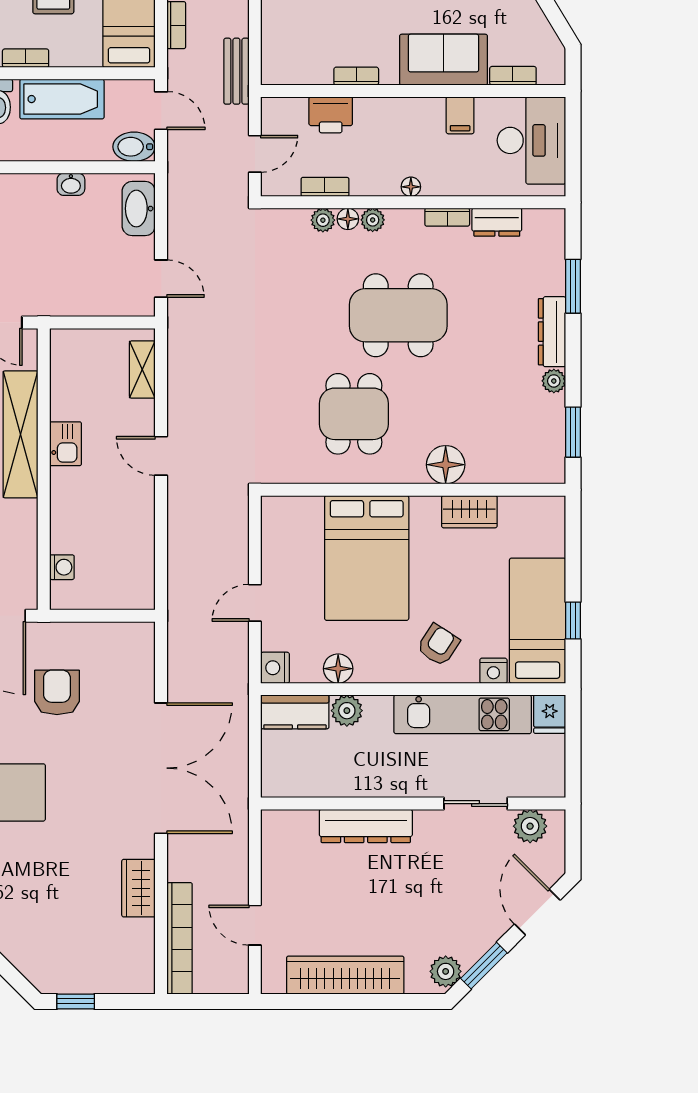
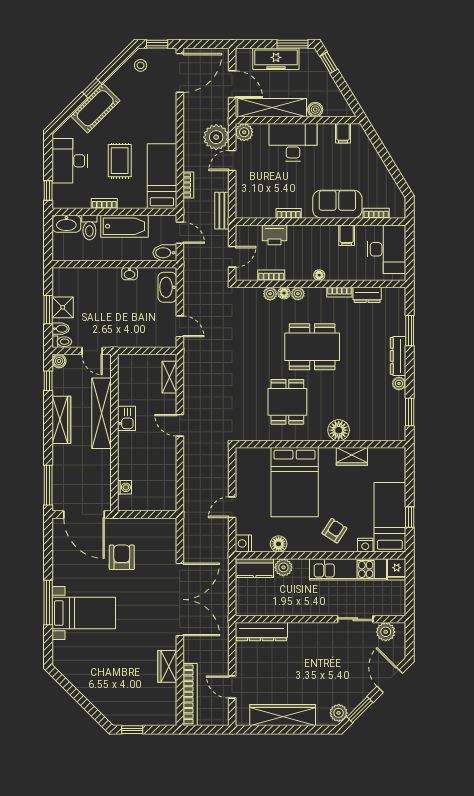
dresser: (366, 826) -> (261, 632), moved

